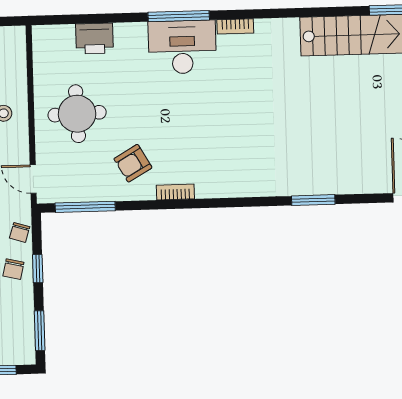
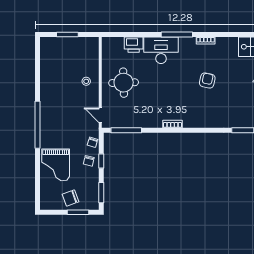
desk: (182, 47) -> (161, 50), moved
armchair: (133, 163) -> (207, 80), moved, turned 132

